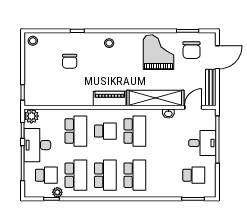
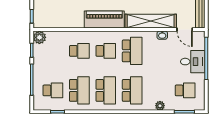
piano: (110, 98) -> (104, 20), width x1.37, depth x1.33
door: (193, 107) -> (185, 30), swing flipped
school desk: (76, 131) -> (79, 51), width x0.54
desk: (37, 145) -> (45, 63), removed
plant: (57, 192) -> (160, 106), moved

